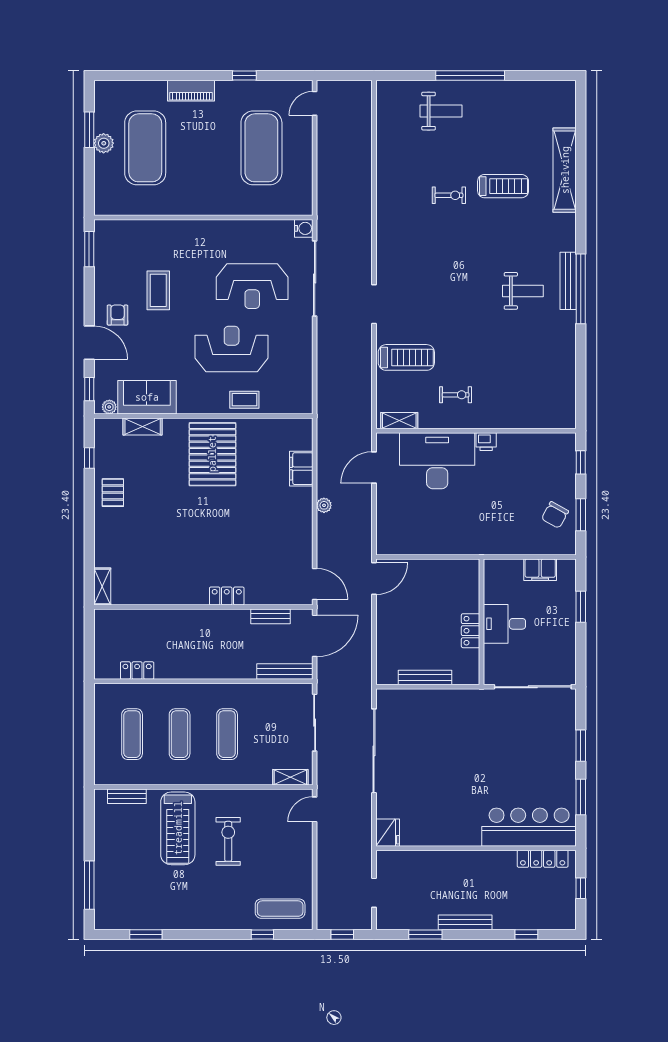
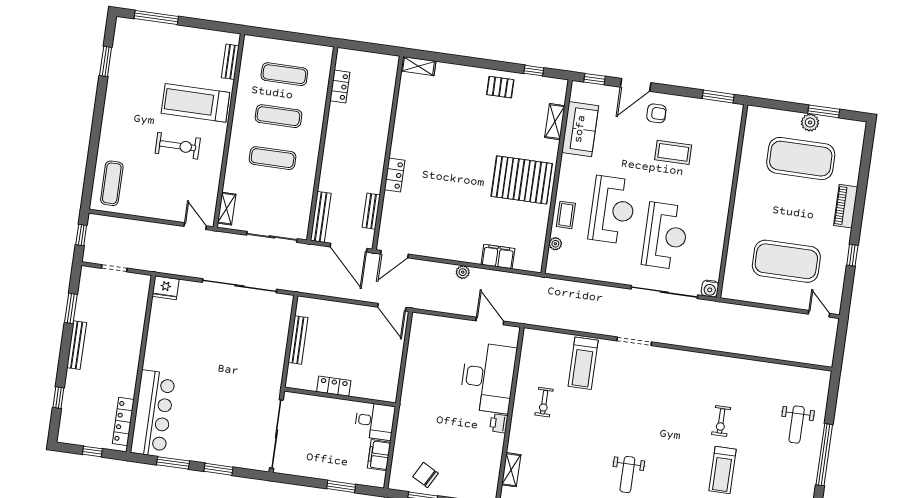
reception desk: (252, 286) -> (665, 236), turned 180
plant: (109, 407) -> (555, 244), moved
shelving: (399, 421) -> (511, 470), moved
desk: (504, 624) -> (375, 421), moved, turned 90
window: (262, 934) -> (91, 164), removed

